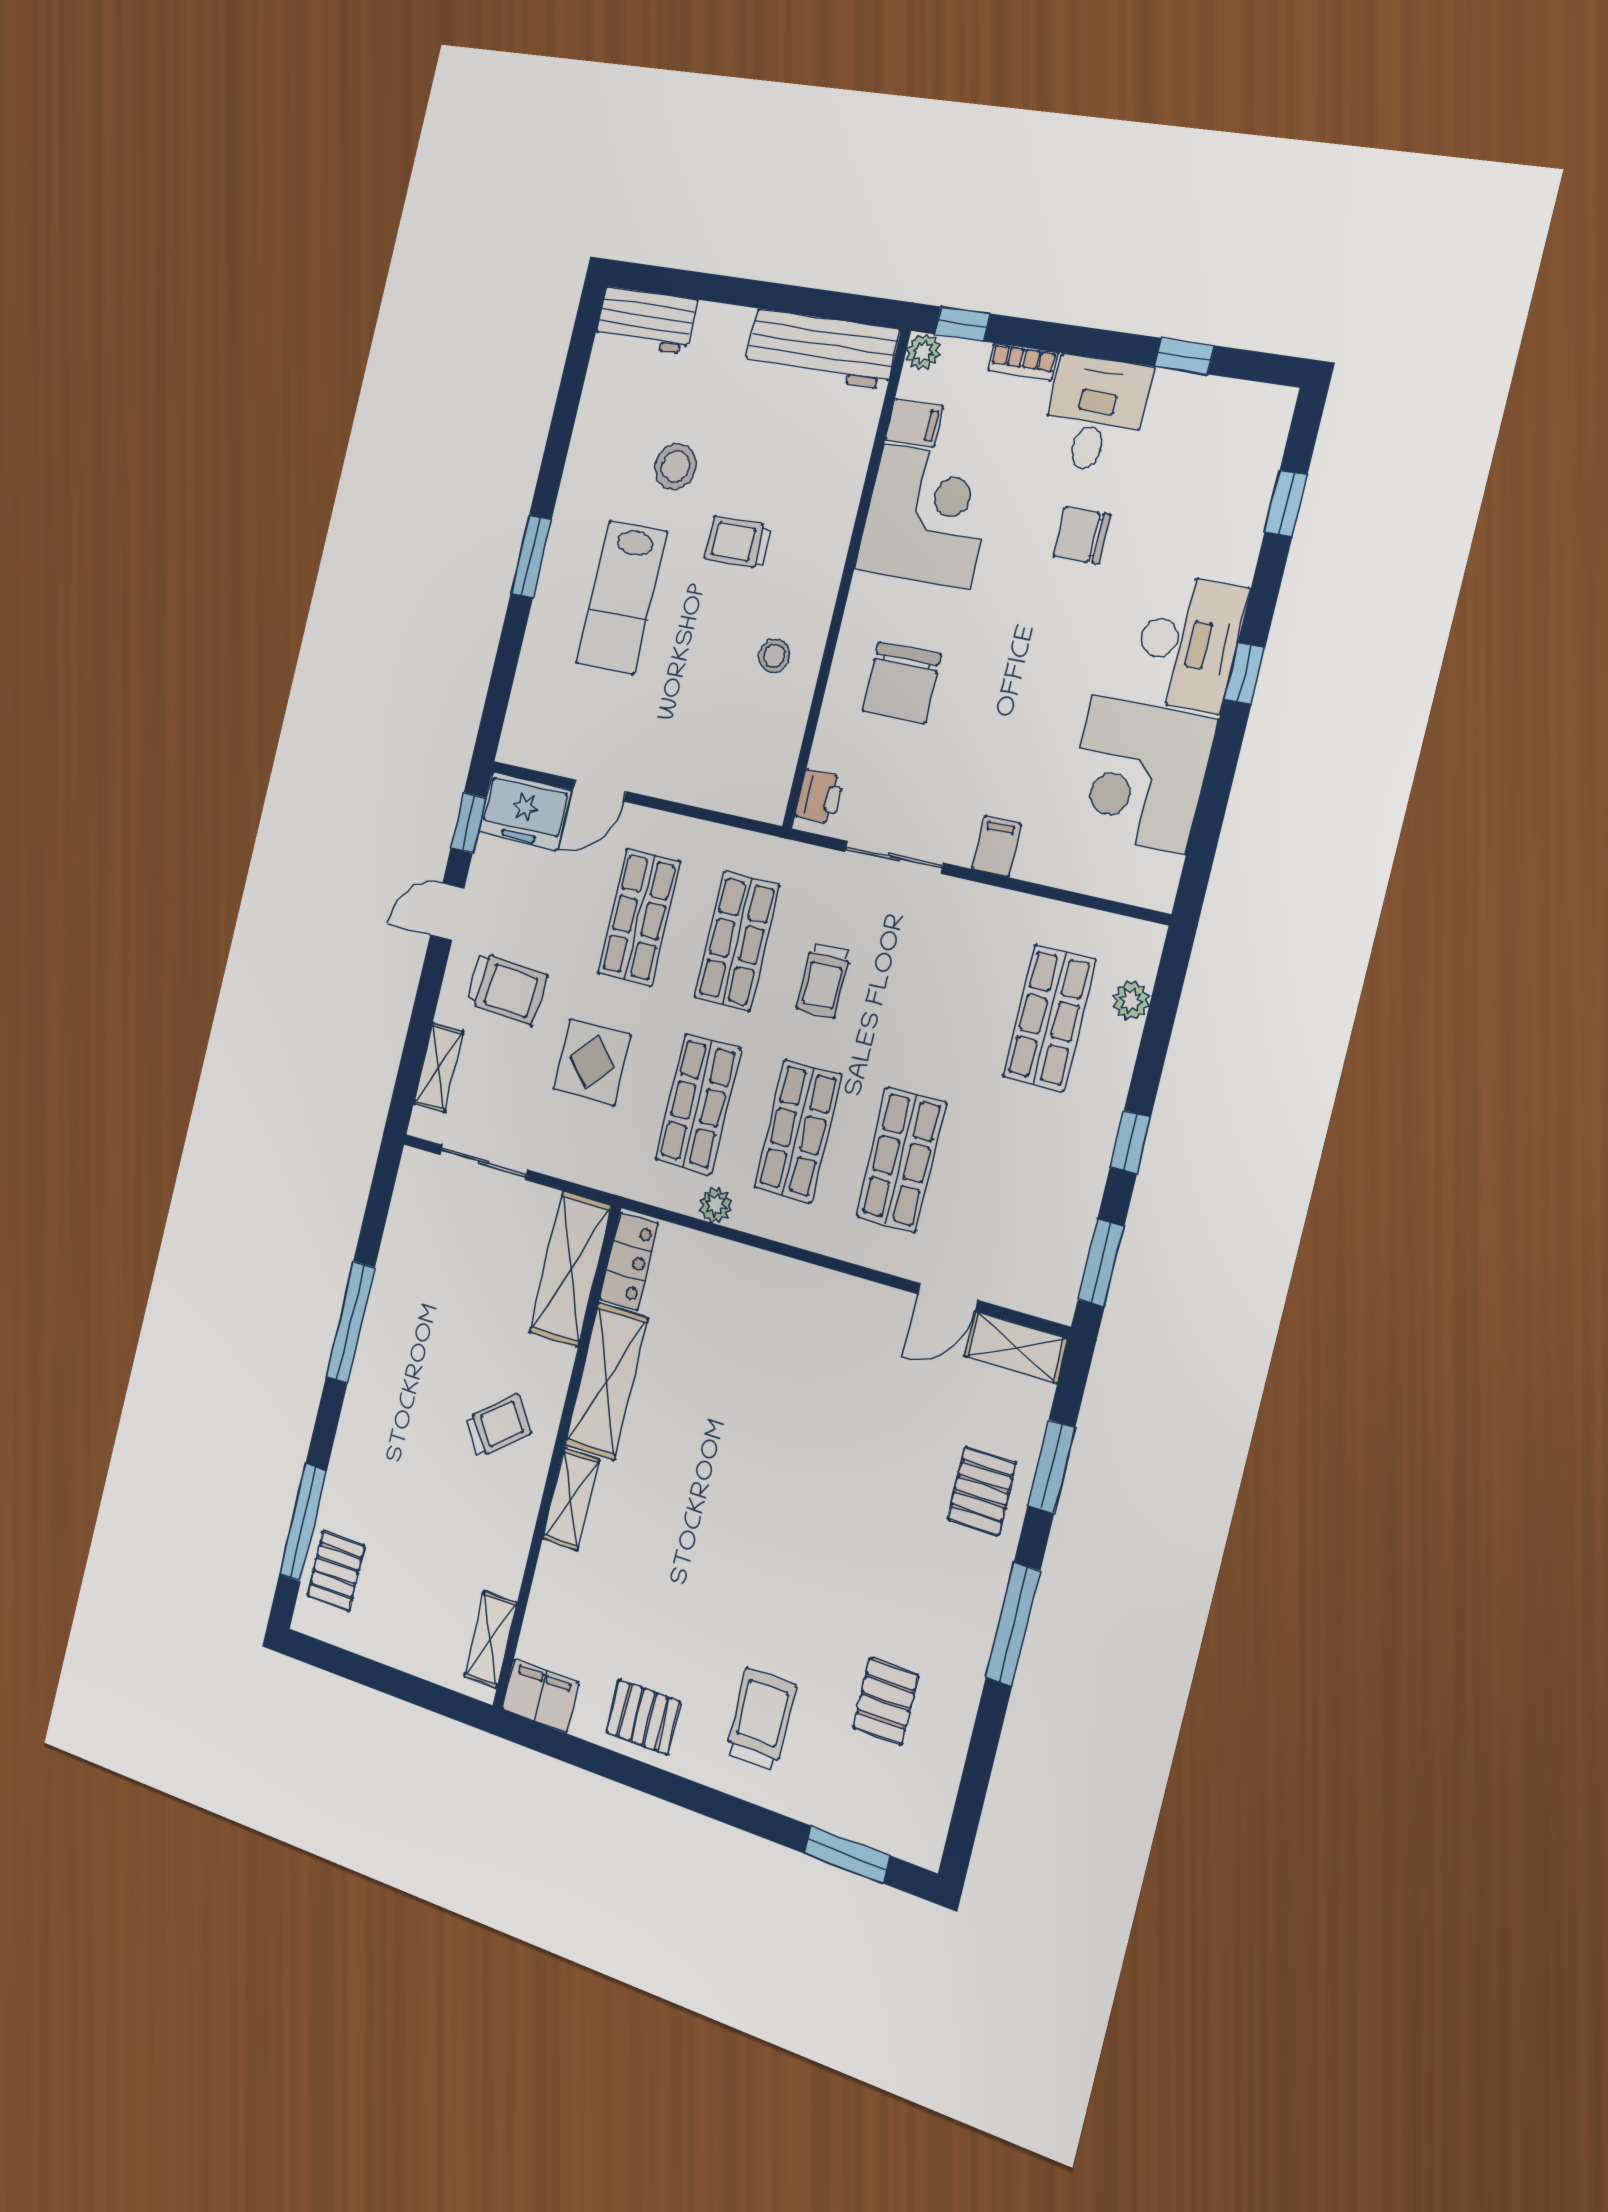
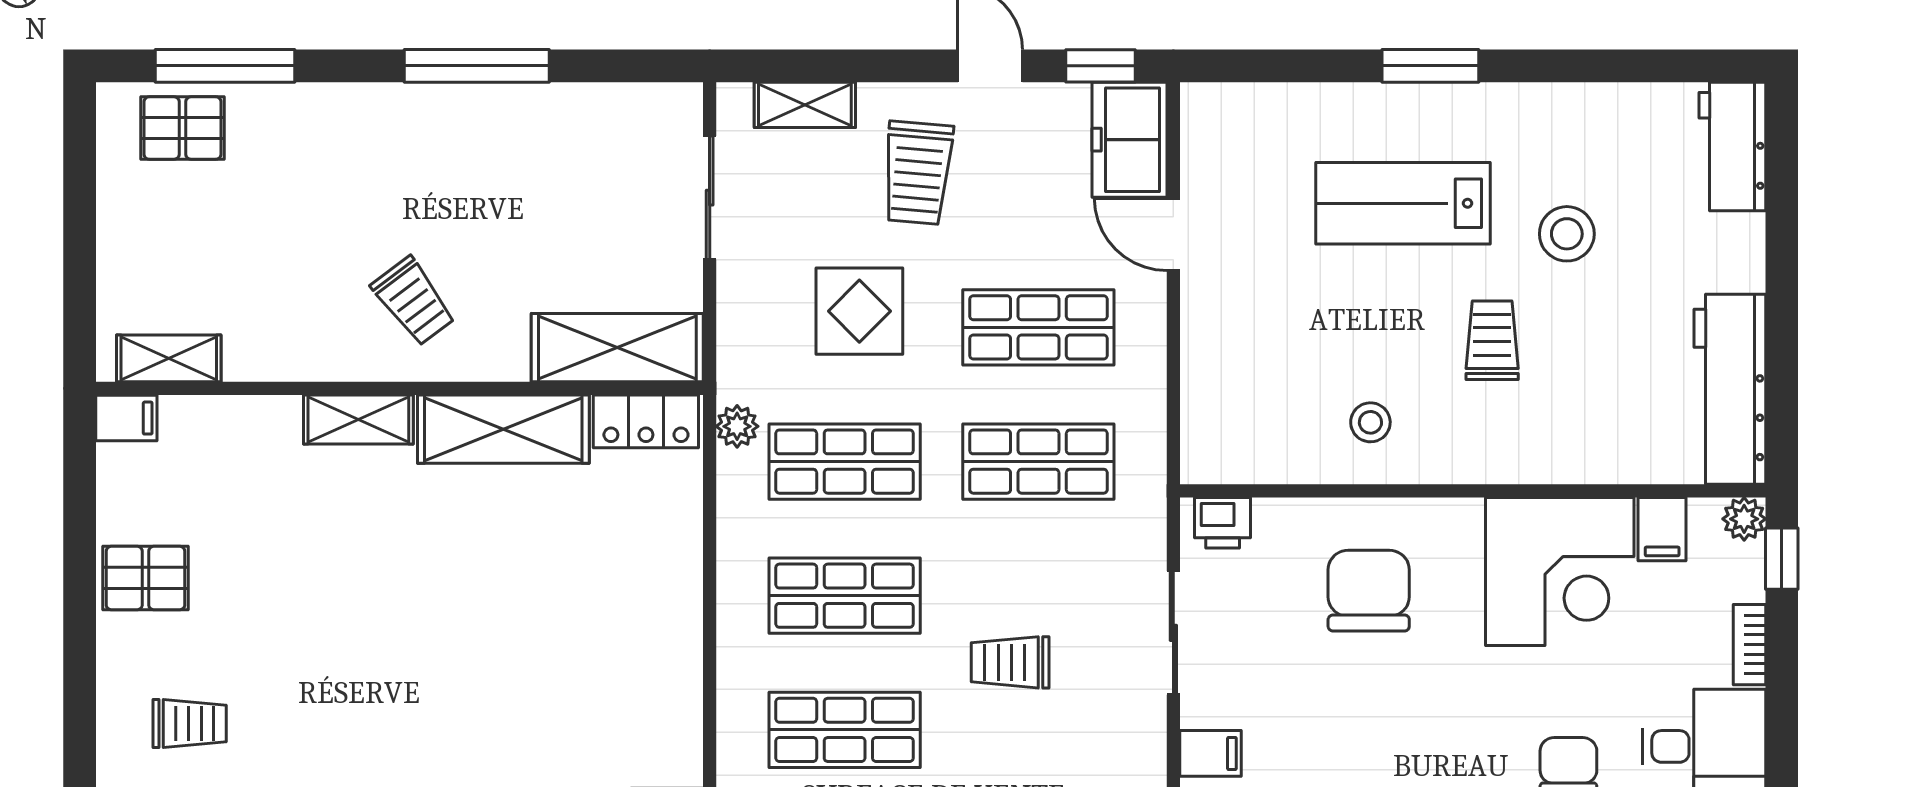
chair: (901, 683) -> (1369, 591), turned 90
trolley: (823, 981) -> (1010, 662), moved
plant: (716, 1205) -> (737, 426), moved
filing cabinet: (540, 1696) -> (126, 418), width x0.50
pallet: (643, 1717) -> (145, 578), turned 90
trolley: (761, 1719) -> (190, 724), width x0.73, depth x0.72

